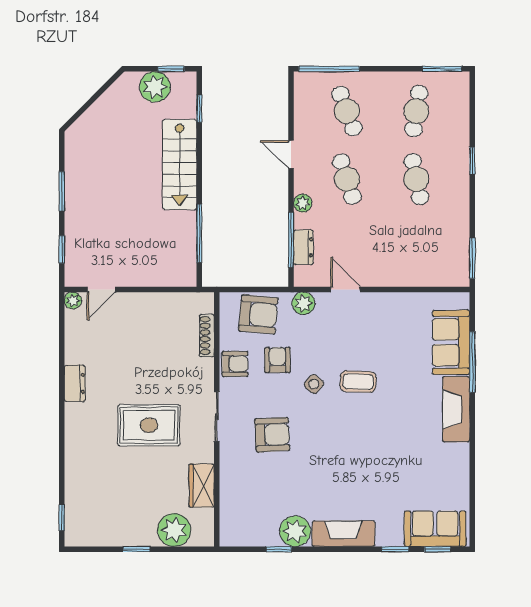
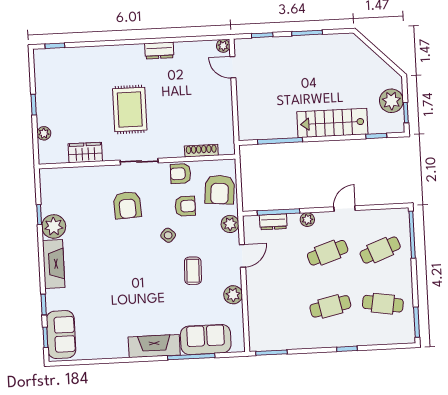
plant: (395, 304) -> (233, 295), added
armchair: (235, 364) -> (181, 174), turned 90
coffee table: (358, 382) -> (193, 271), moved
plant: (174, 530) -> (44, 133), width x0.53, depth x0.53

